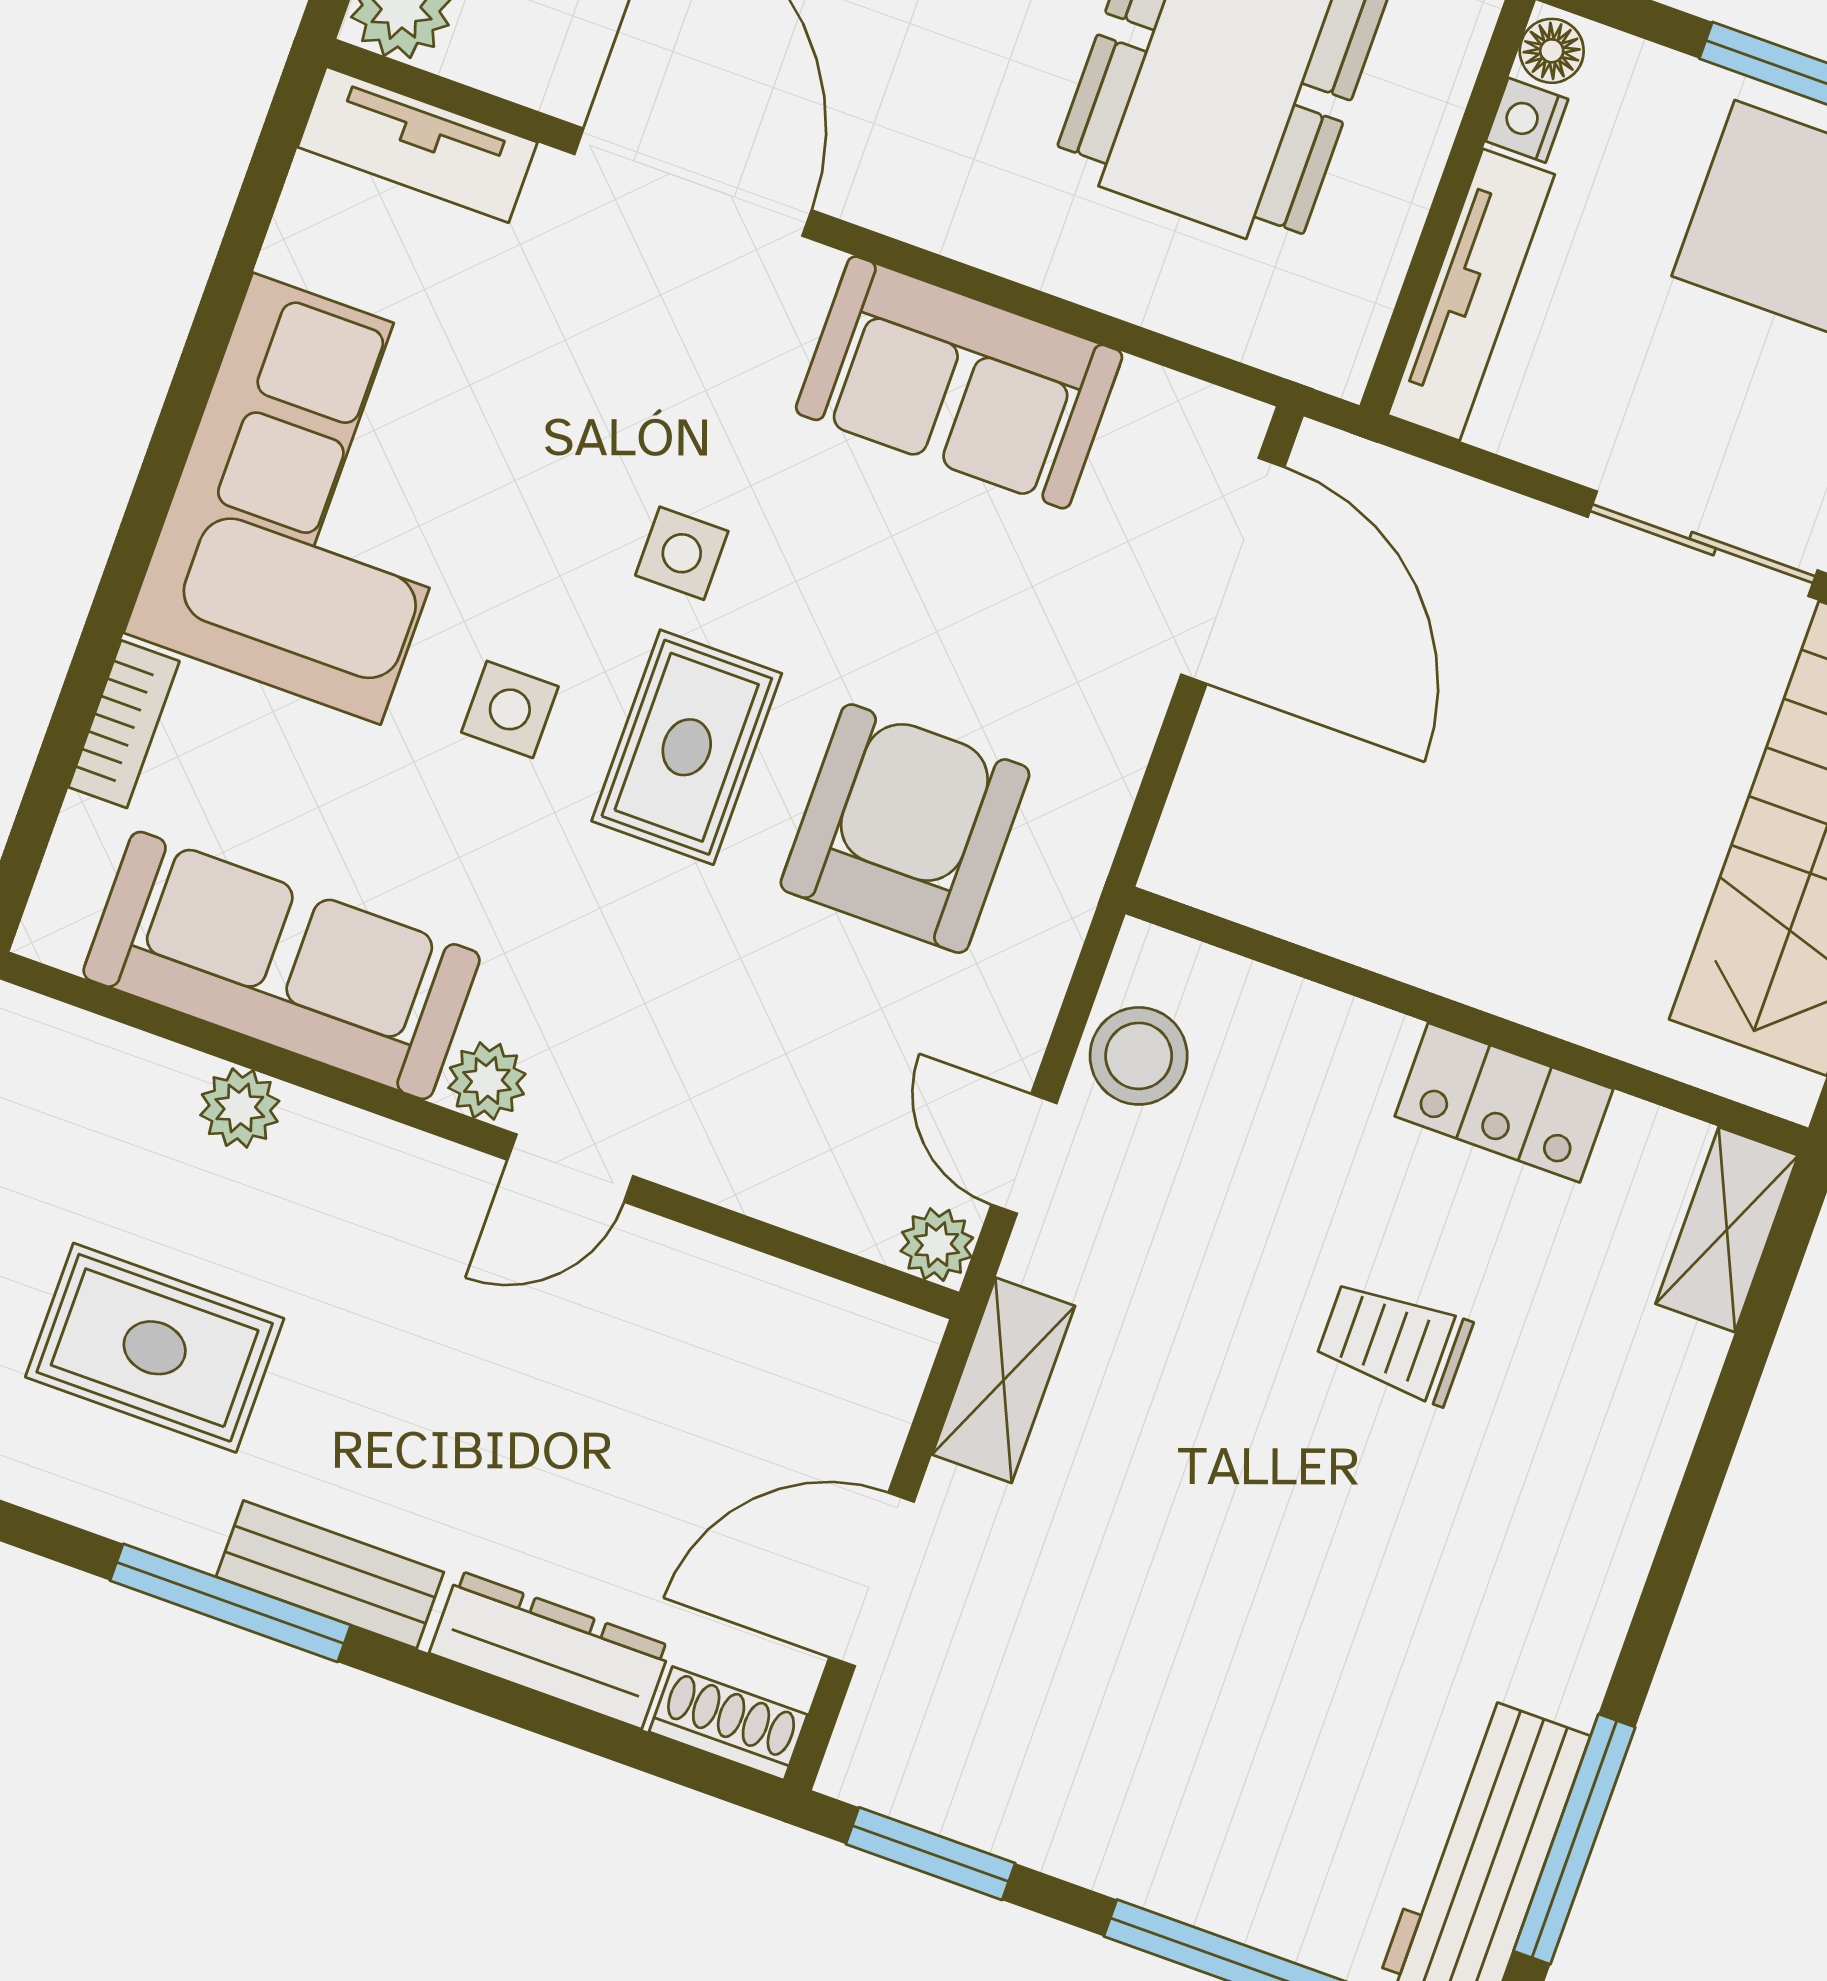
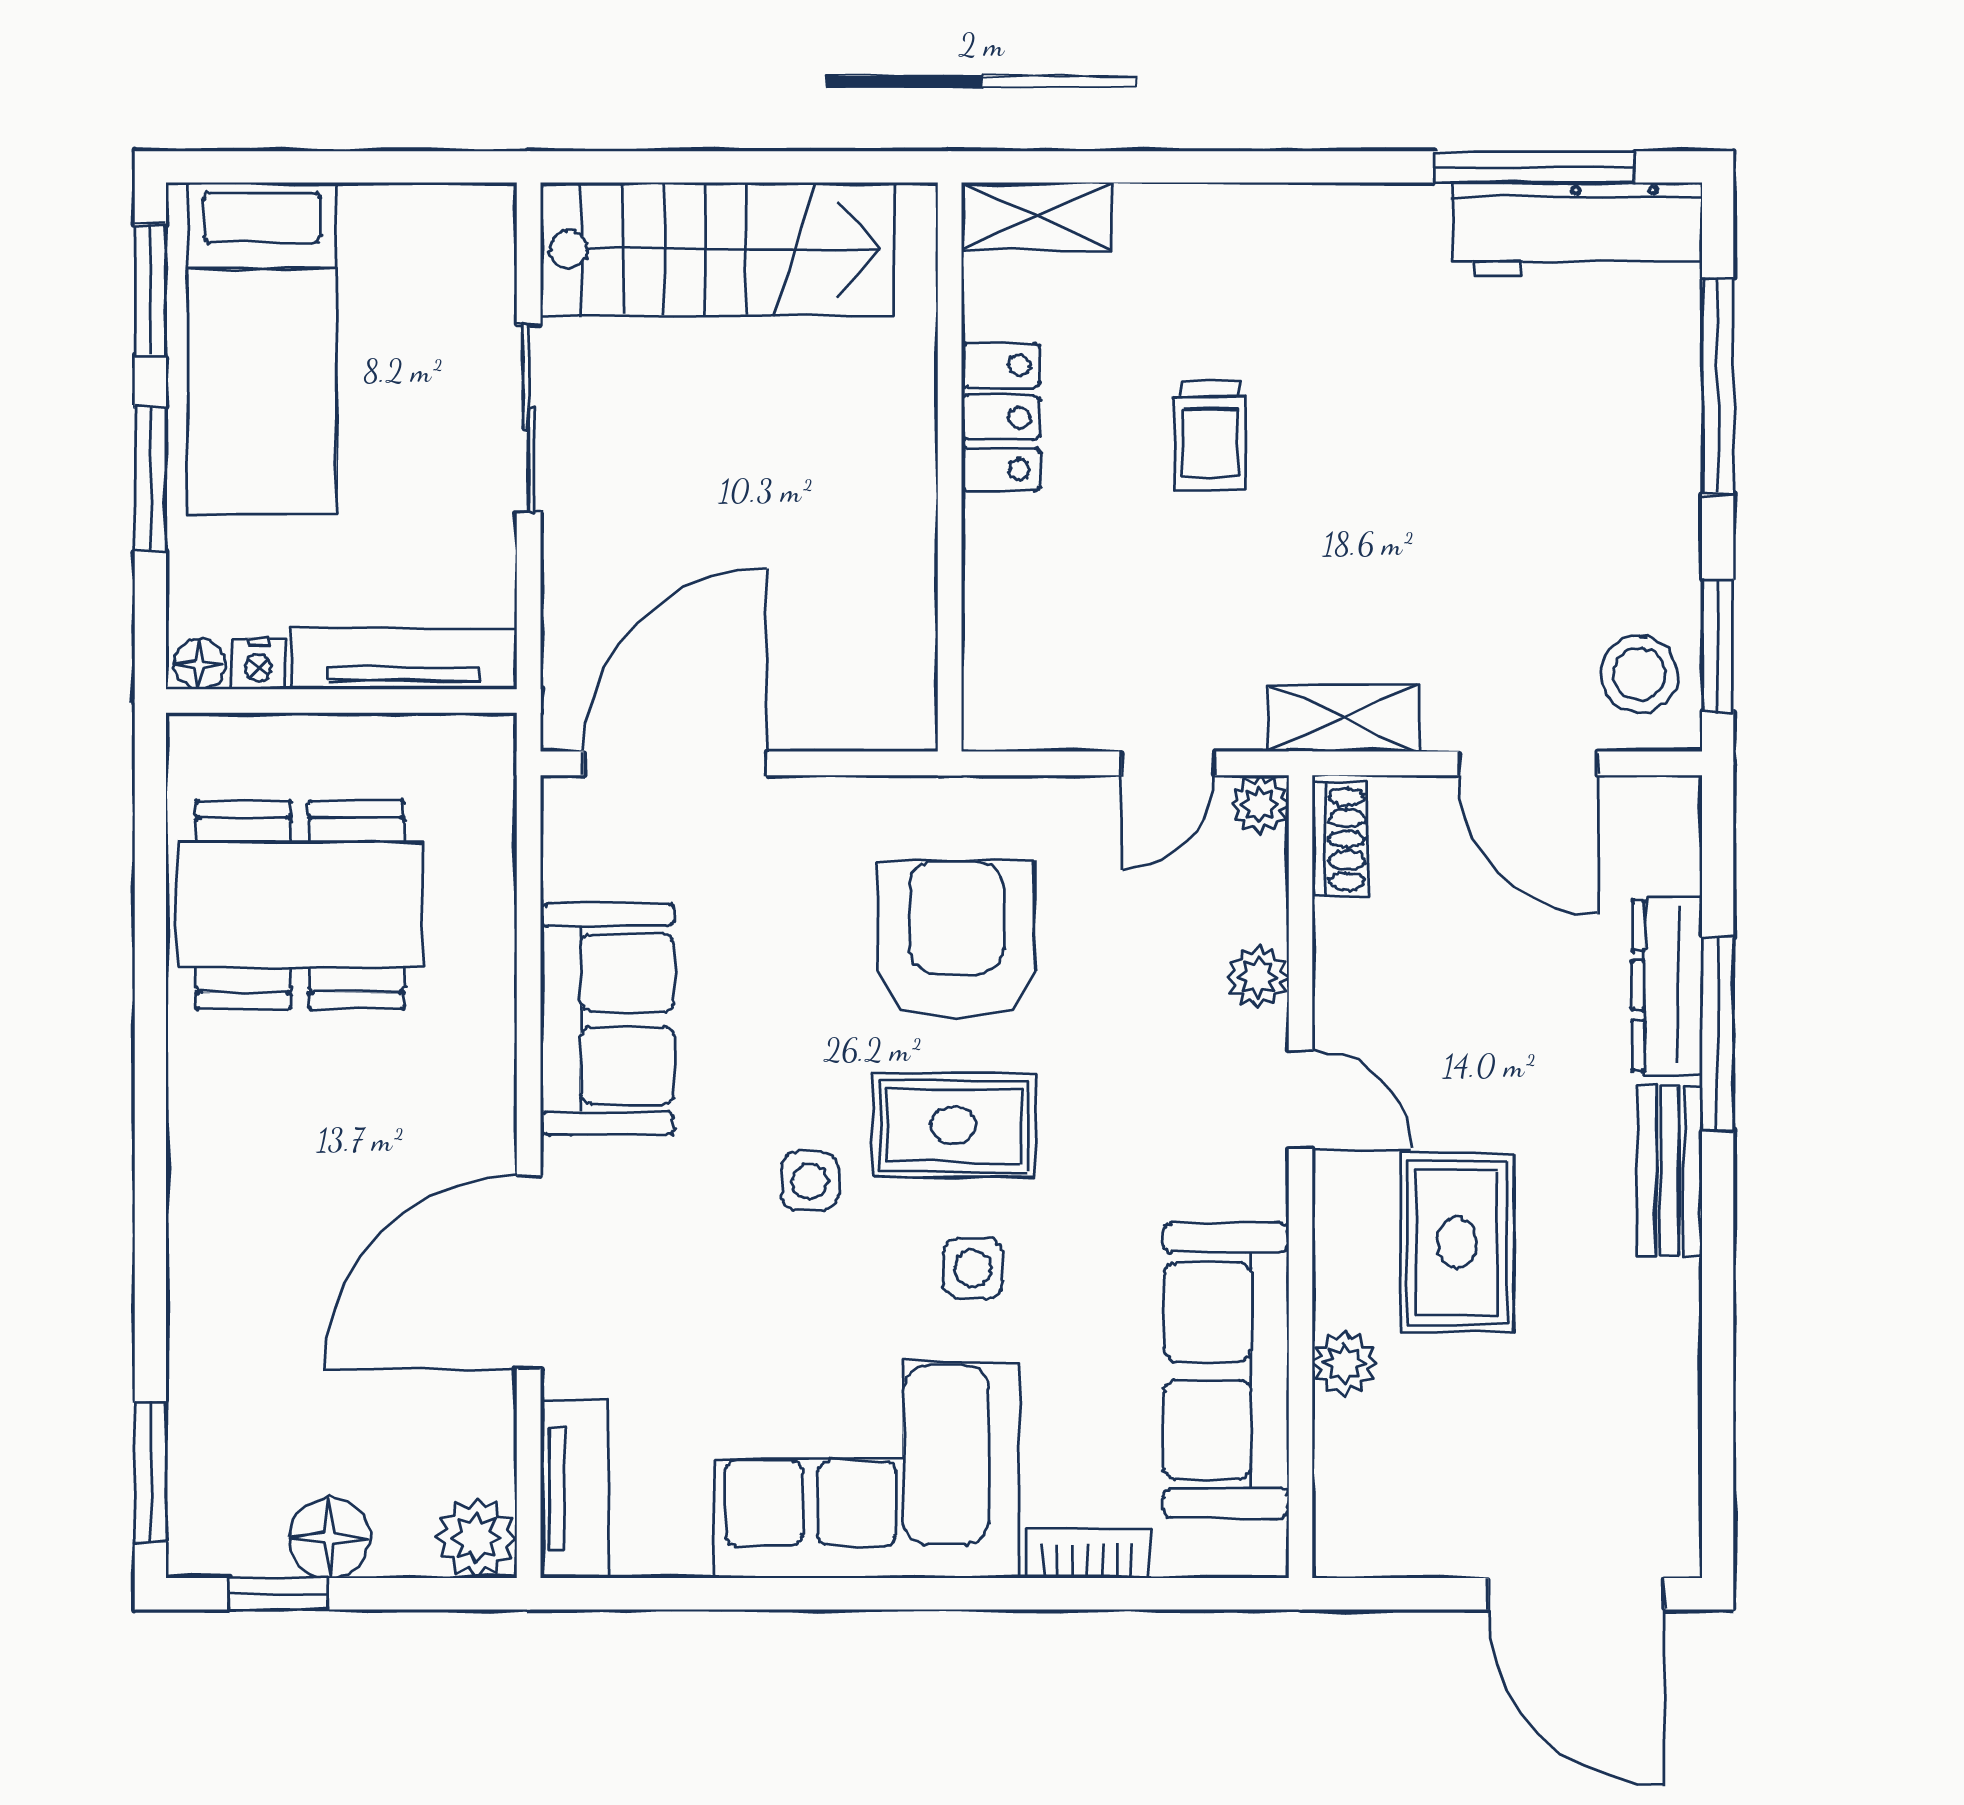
armchair: (905, 829) -> (956, 940), turned 90
stool: (1139, 1056) -> (1639, 674), moved
plant: (487, 1081) -> (1258, 977), moved
rug: (155, 1348) -> (1457, 1243), moved
window: (230, 1603) -> (1718, 1034), moved
shoe rack: (728, 1723) -> (1340, 839), moved, turned 180

